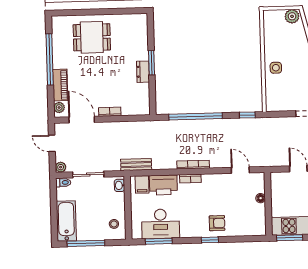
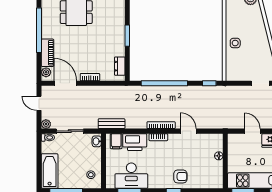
dresser: (143, 72) -> (120, 66), moved
door: (240, 170) -> (188, 131), moved

